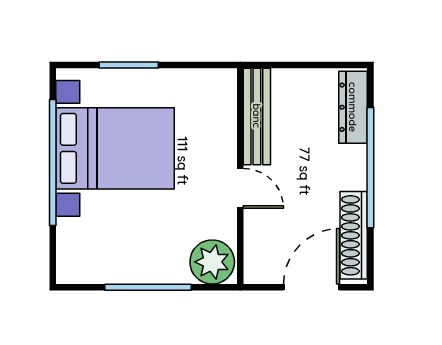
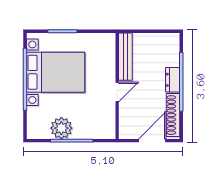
dresser: (353, 107) -> (173, 80), moved, width x0.70
door: (240, 188) -> (117, 92), hinge flipped
plant: (212, 262) -> (61, 128), moved

